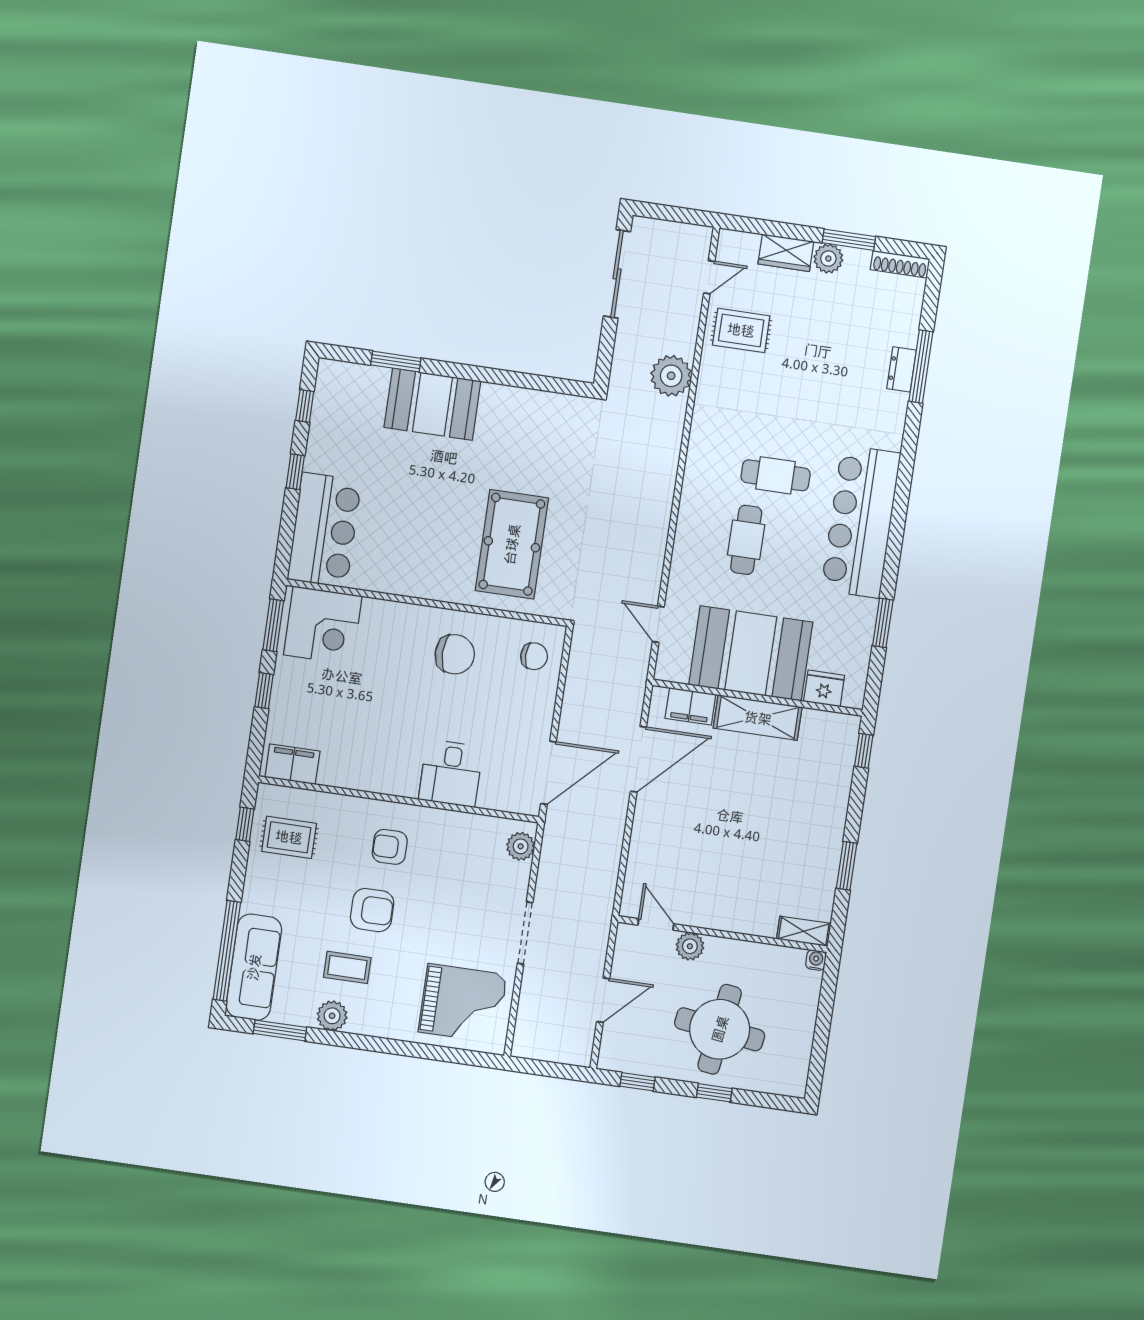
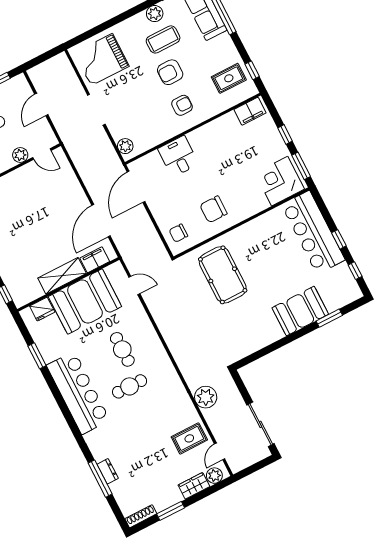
plant: (828, 259) -> (214, 476), moved
bar counter: (324, 530) -> (313, 232), width x1.36
coffee table: (347, 967) -> (163, 39), width x1.36, depth x1.30

